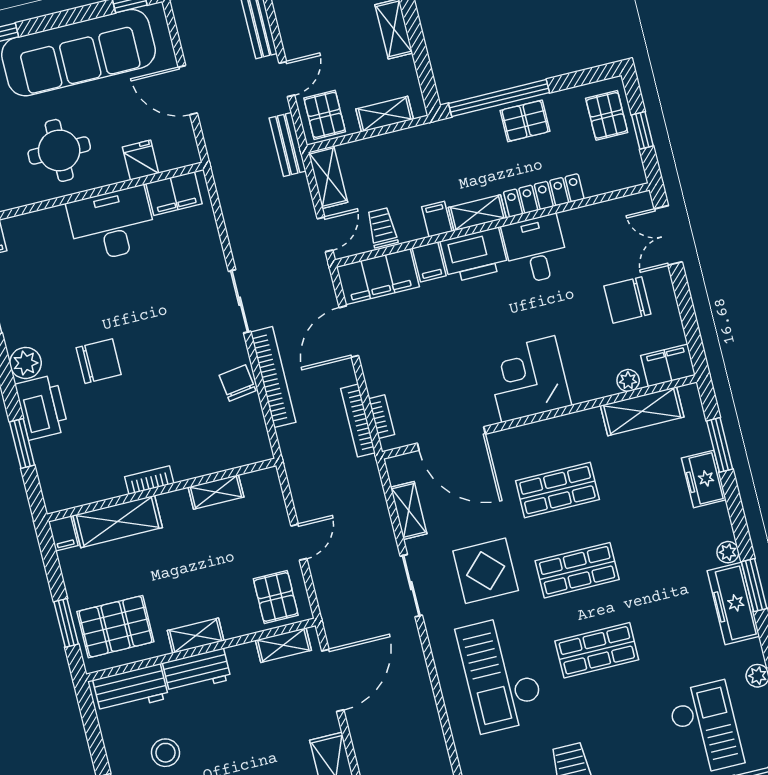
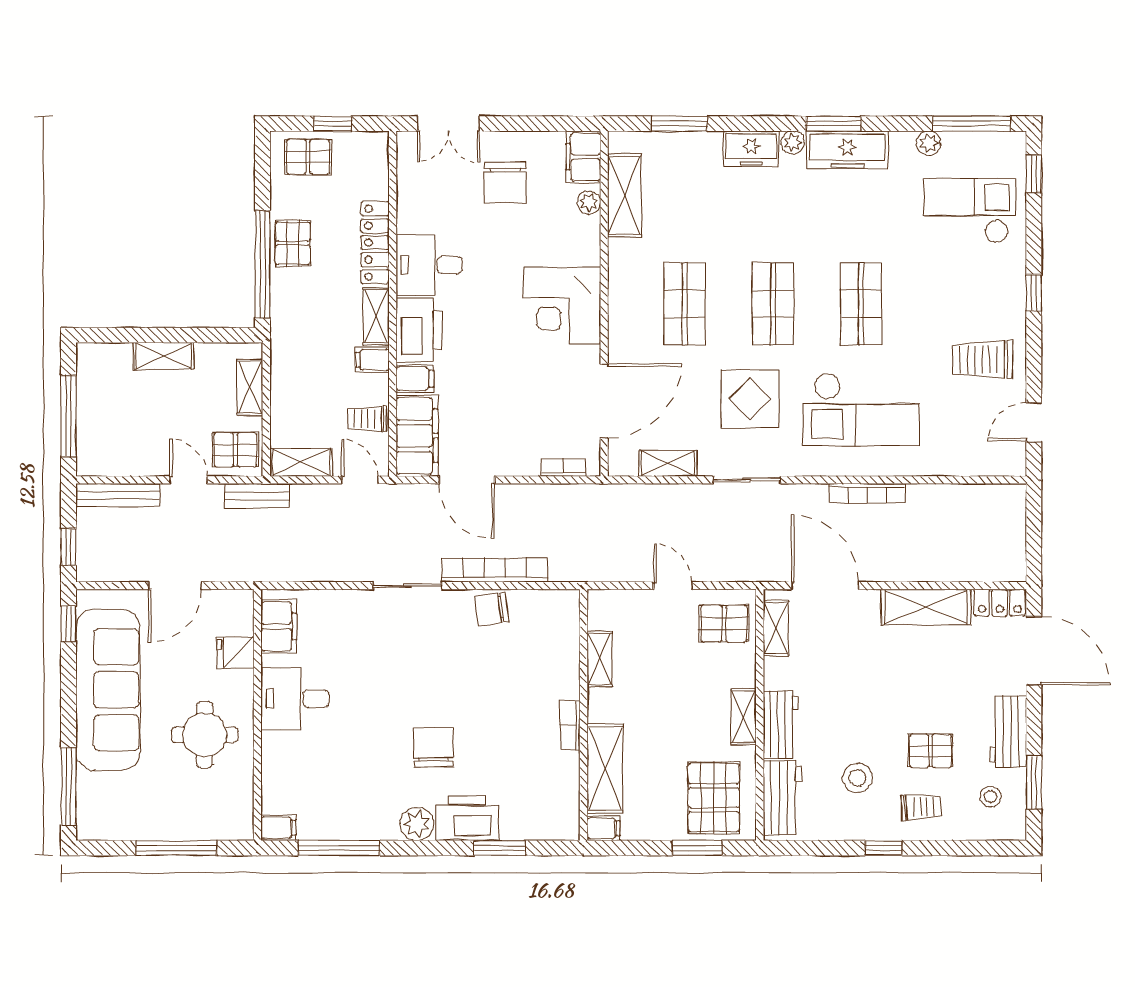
desk: (112, 224) -> (295, 699), width x0.73
bookcase: (358, 421) -> (867, 493), moved
freezer: (704, 479) -> (751, 149), moved

